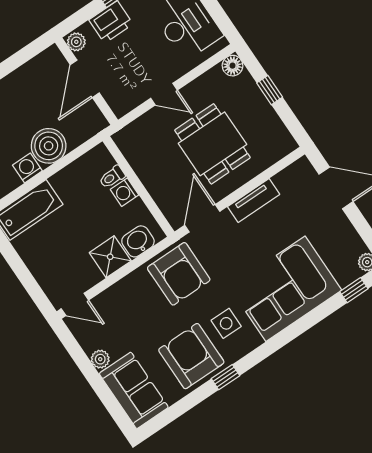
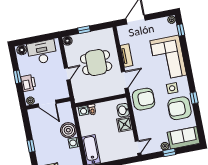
washing machine: (125, 192) -> (83, 110), moved
door: (202, 218) -> (125, 80), swing flipped
window: (91, 374) -> (169, 153), added

